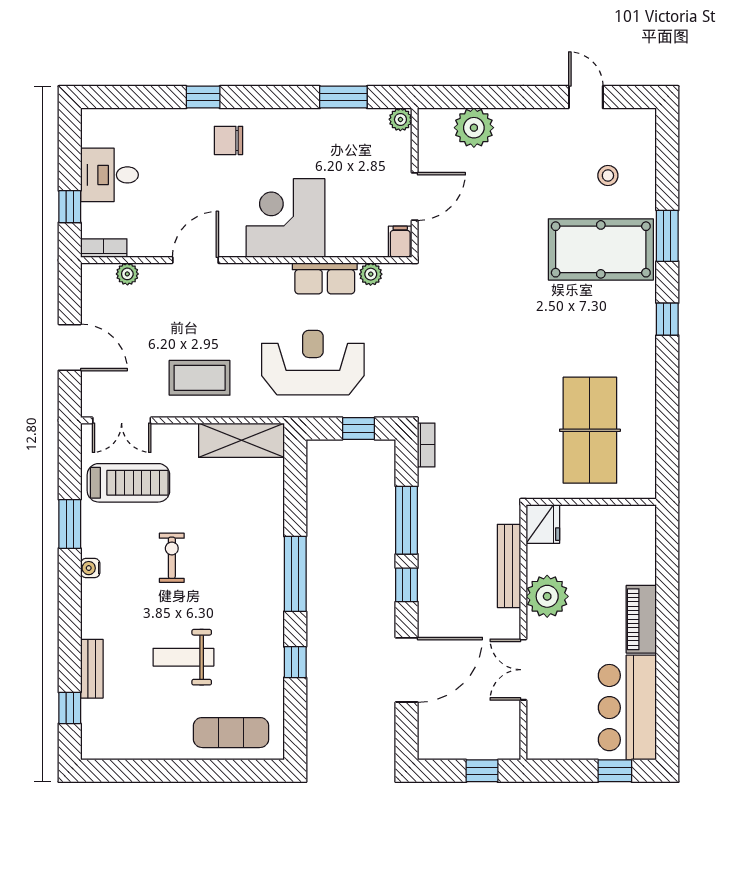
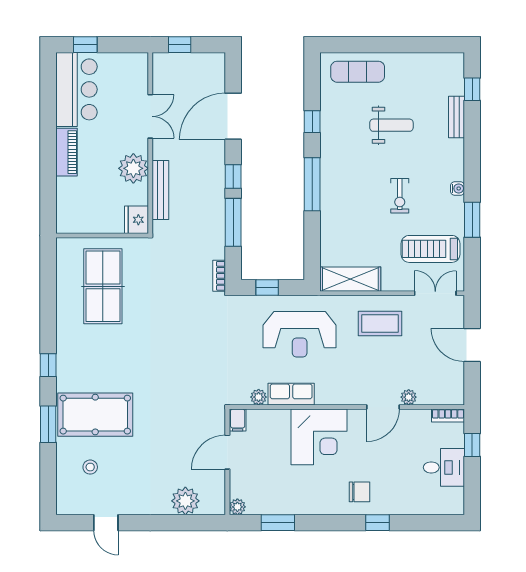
plant: (127, 274) -> (409, 397), moved

